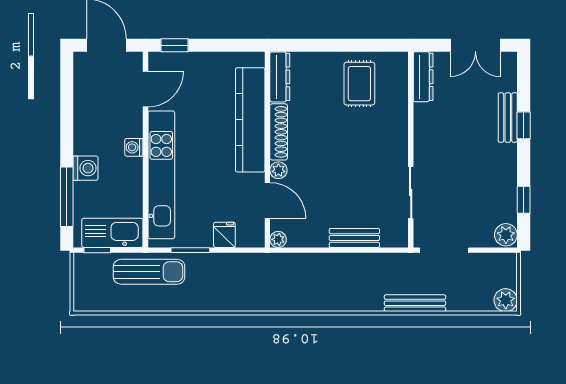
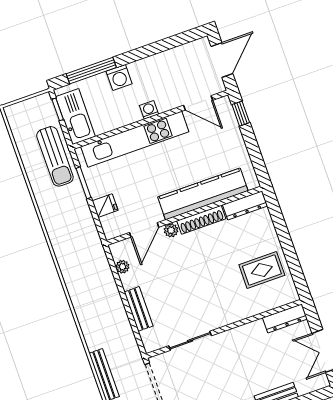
plant: (278, 239) -> (122, 267), moved

